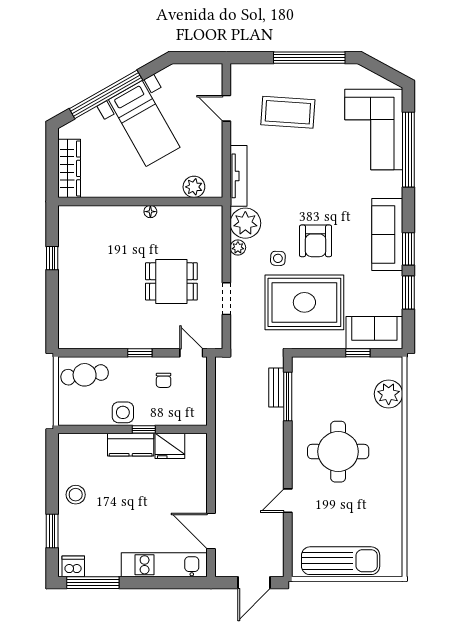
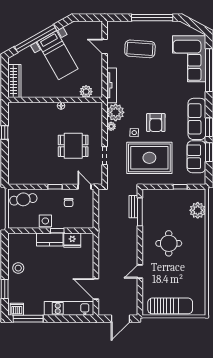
sofa: (374, 333) -> (196, 157), moved, turned -90
round table: (338, 452) -> (169, 243), width x0.73, depth x0.73

